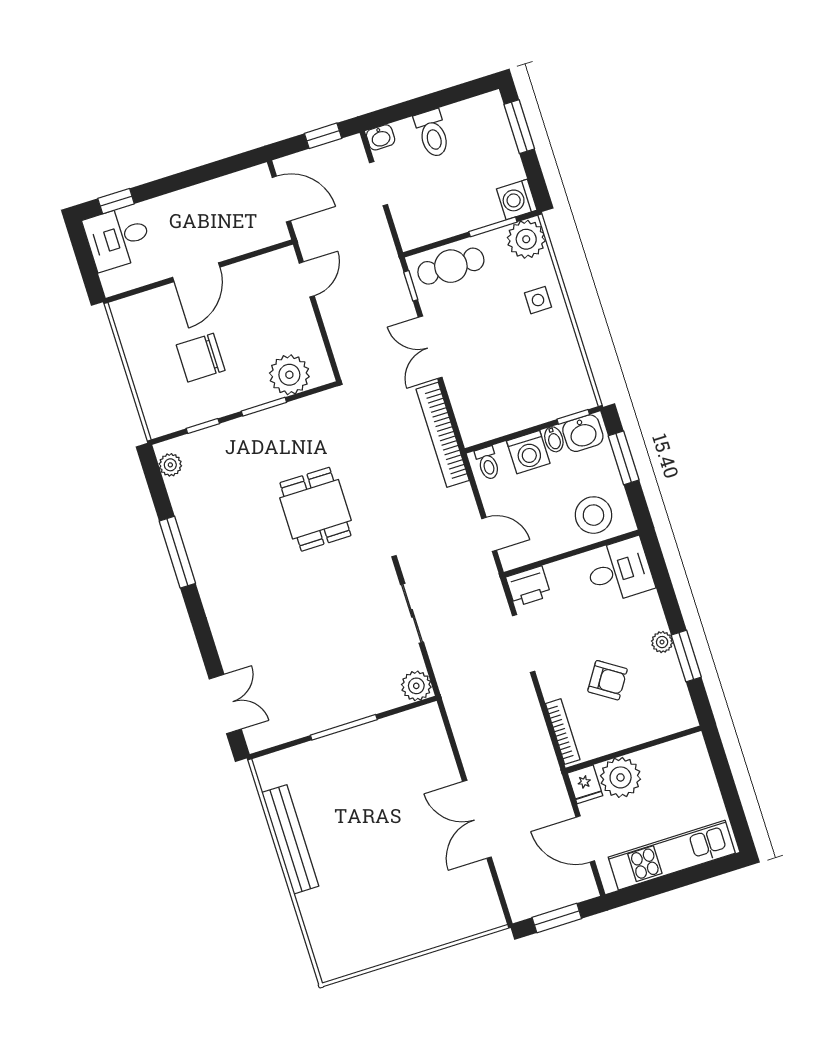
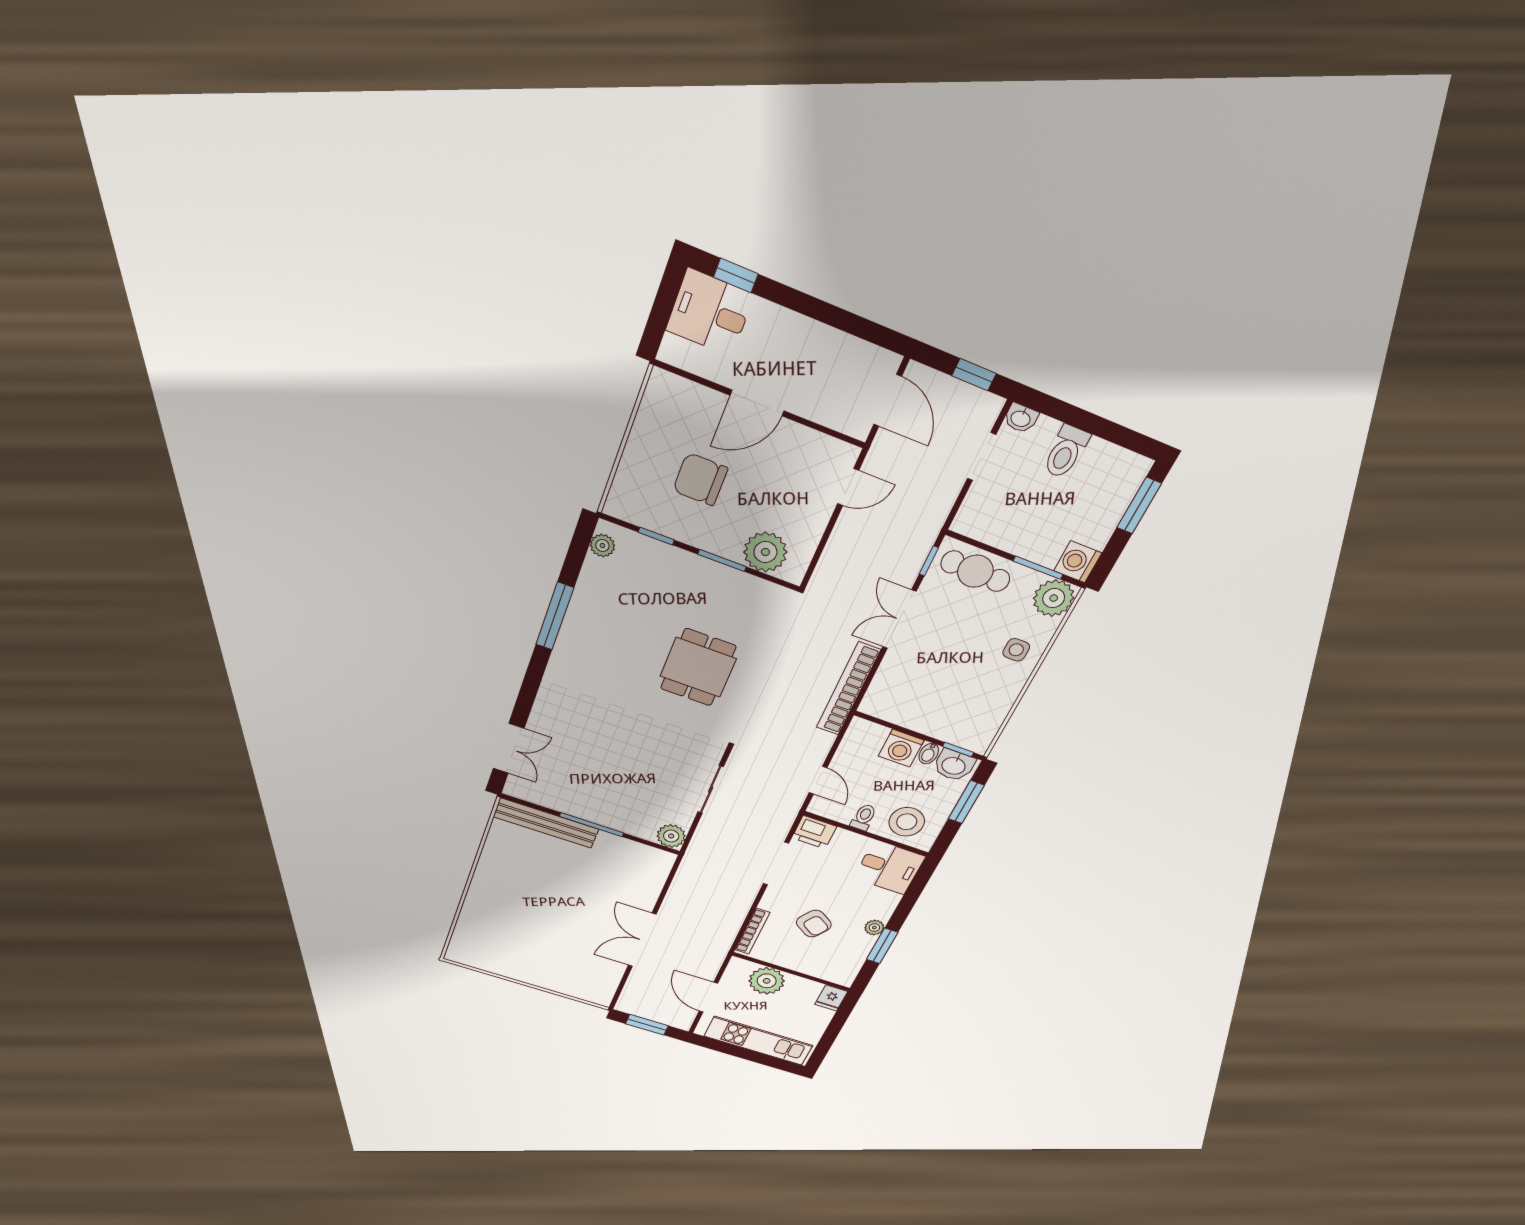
toilet: (488, 463) -> (864, 817), moved, turned 180
fridge: (585, 784) -> (831, 998), moved
bench: (290, 839) -> (546, 823), moved, turned 90

